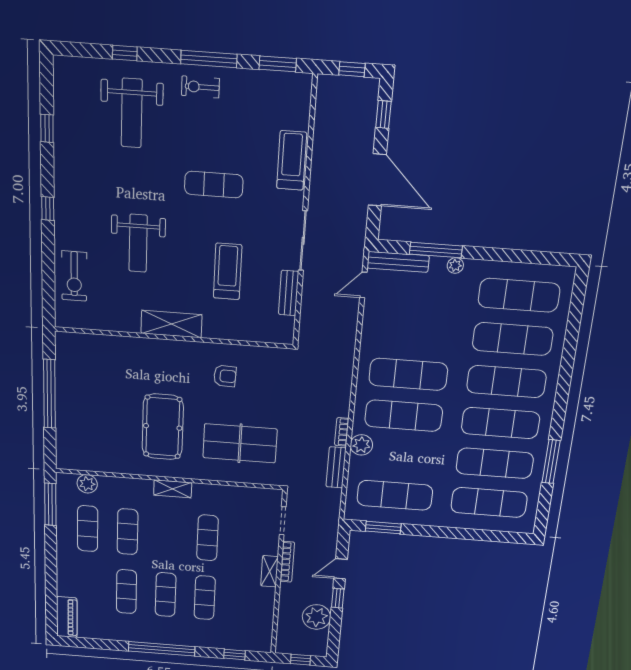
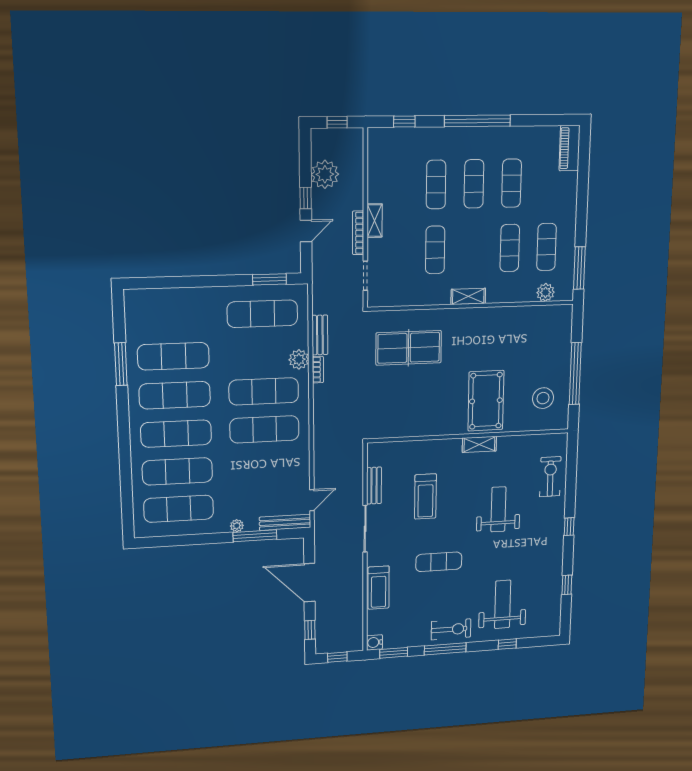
water cooler: (302, 83) -> (374, 642), added
exercise bike: (200, 87) -> (451, 629), width x1.38, depth x1.39
shelving: (171, 324) -> (479, 444), width x0.67, depth x0.75
stool: (86, 371) -> (543, 398), added
armchair: (225, 376) -> (424, 408), removed
pool table: (163, 427) -> (486, 401), moved
exercise mat: (489, 502) -> (172, 317), removed

